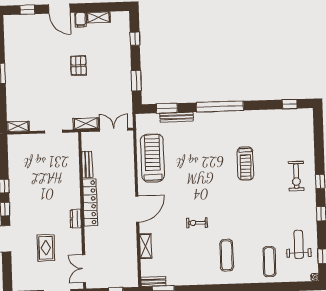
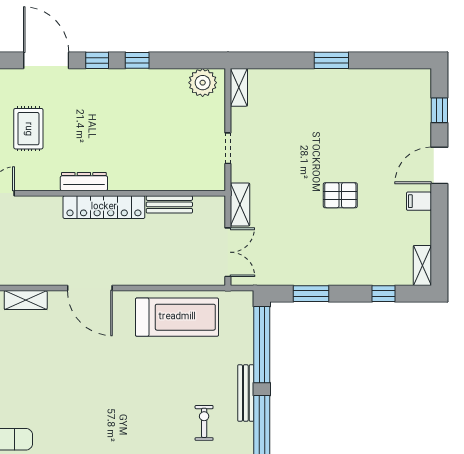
shelving: (98, 17) -> (422, 266), moved
window: (167, 108) -> (262, 345), width x2.11
bench: (177, 117) -> (246, 393), moved
plant: (16, 148) -> (203, 83), added
dresser: (76, 219) -> (84, 182), width x1.44
exercise bike: (197, 223) -> (204, 423), moved
rug: (46, 248) -> (28, 129), turned 90

